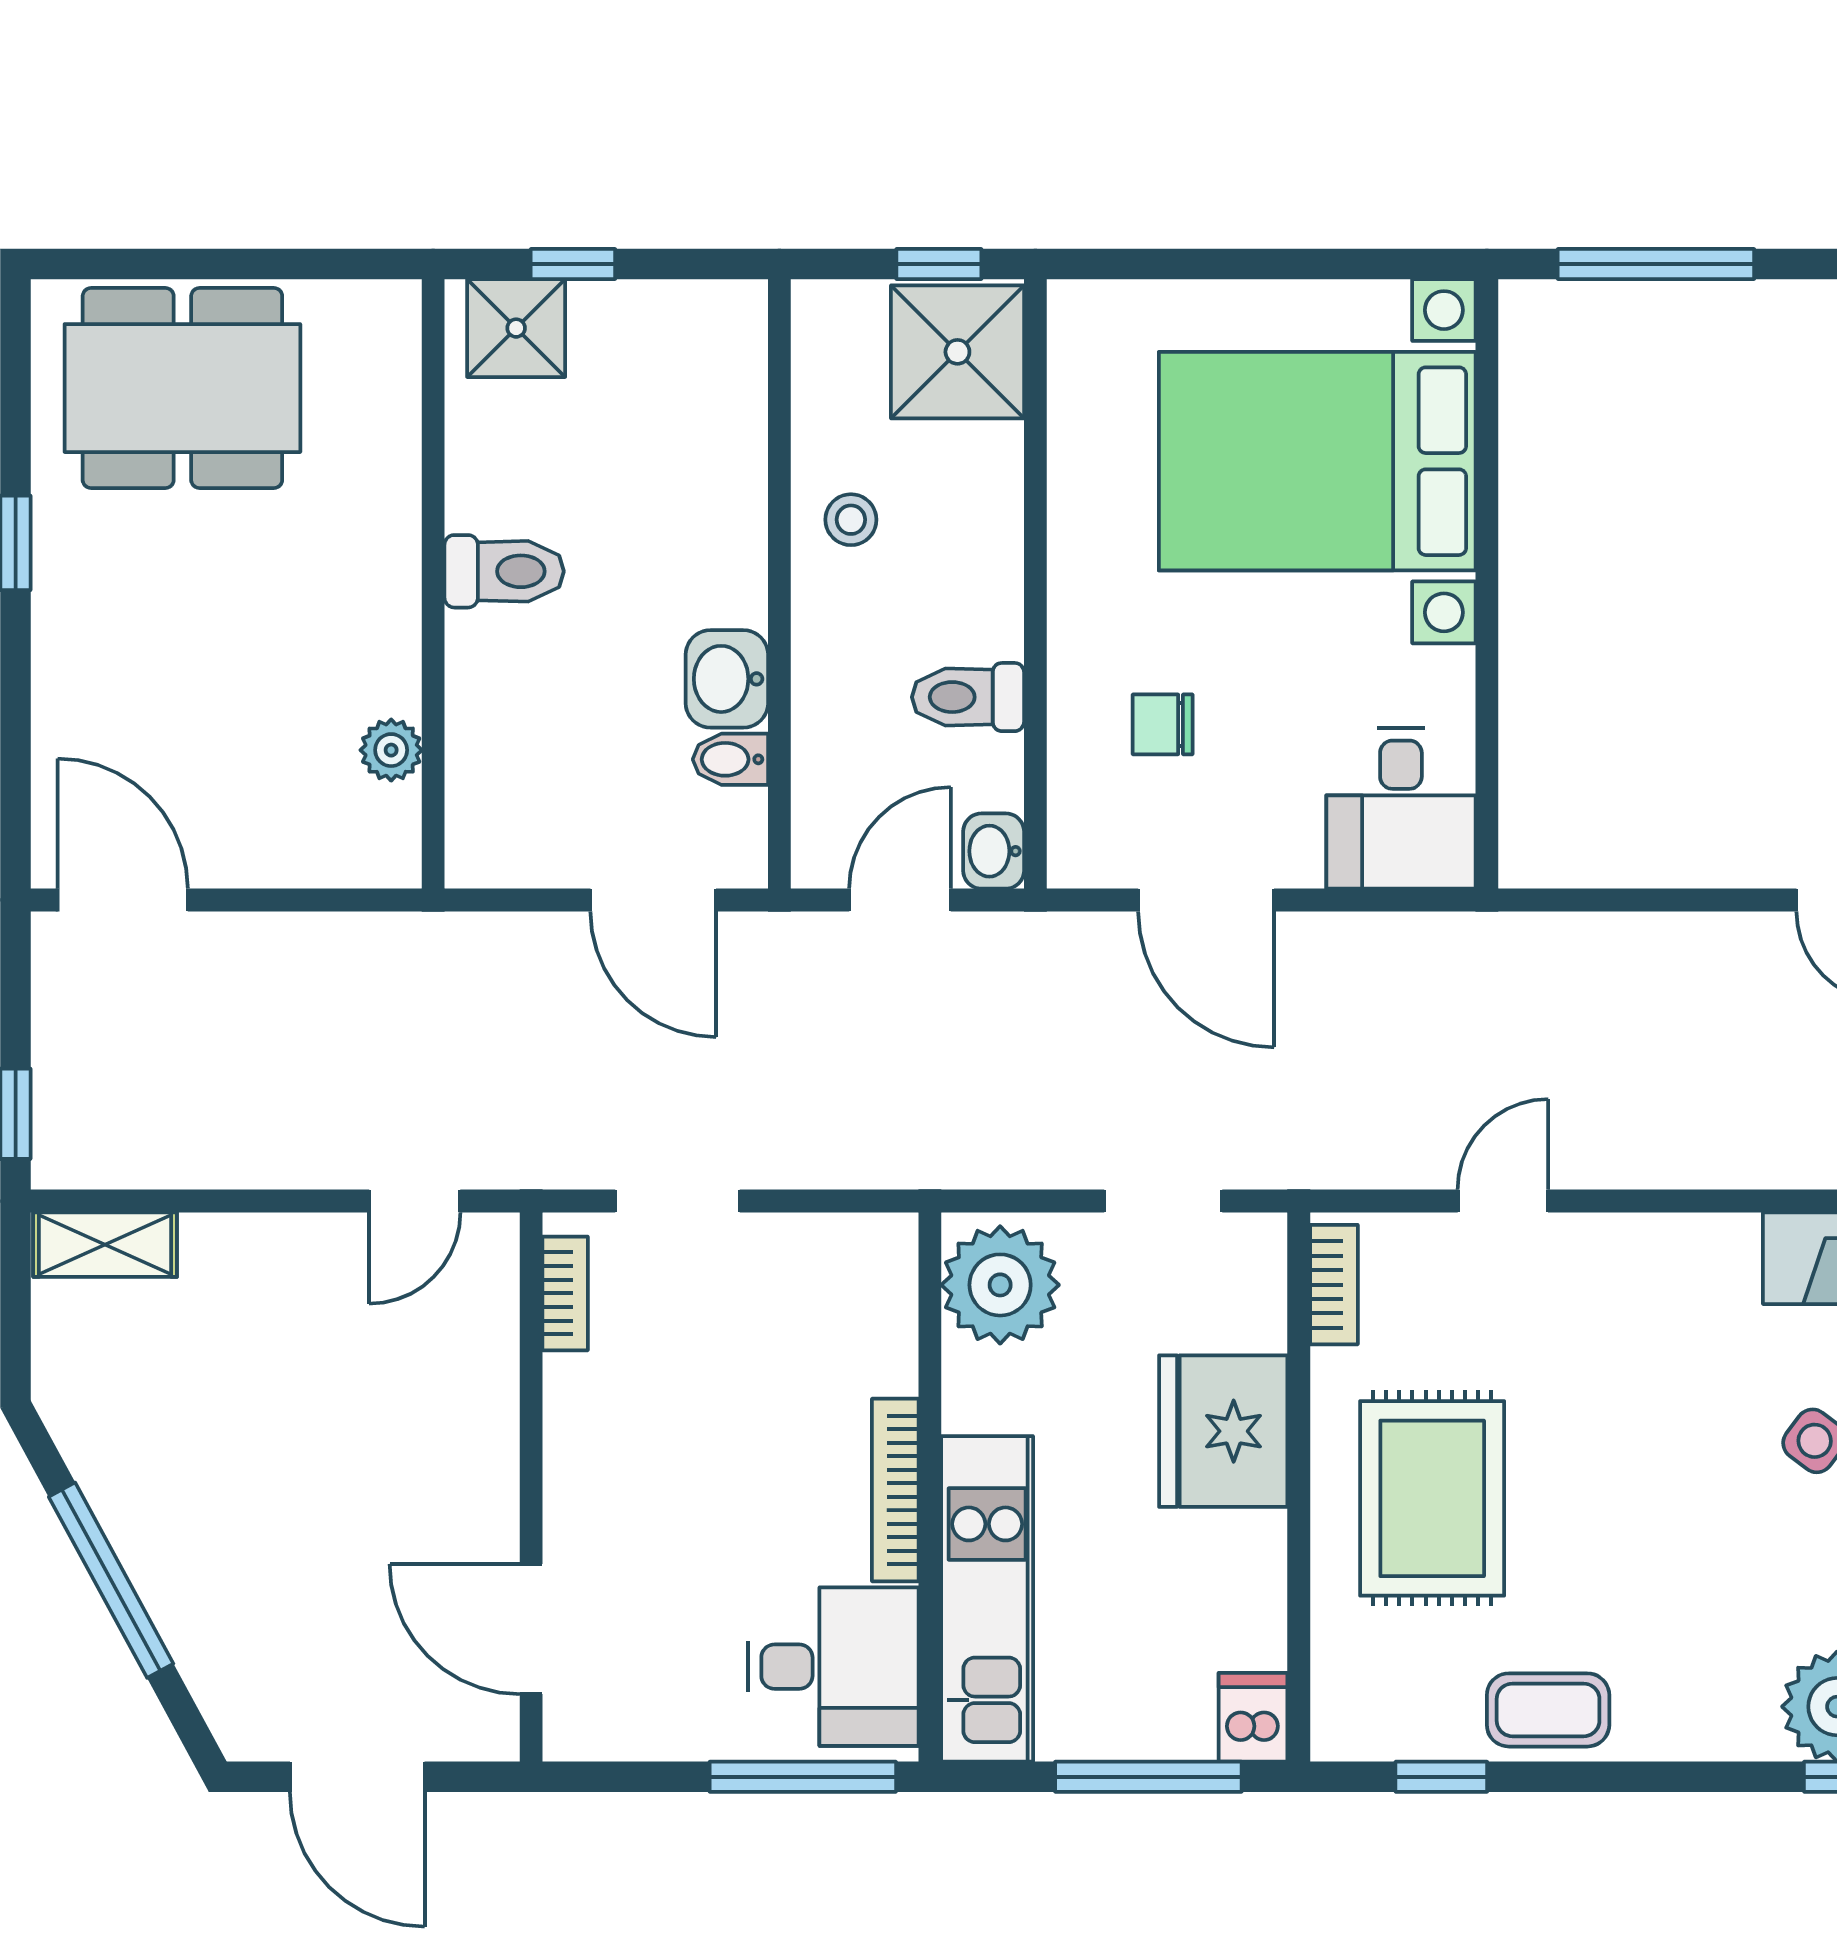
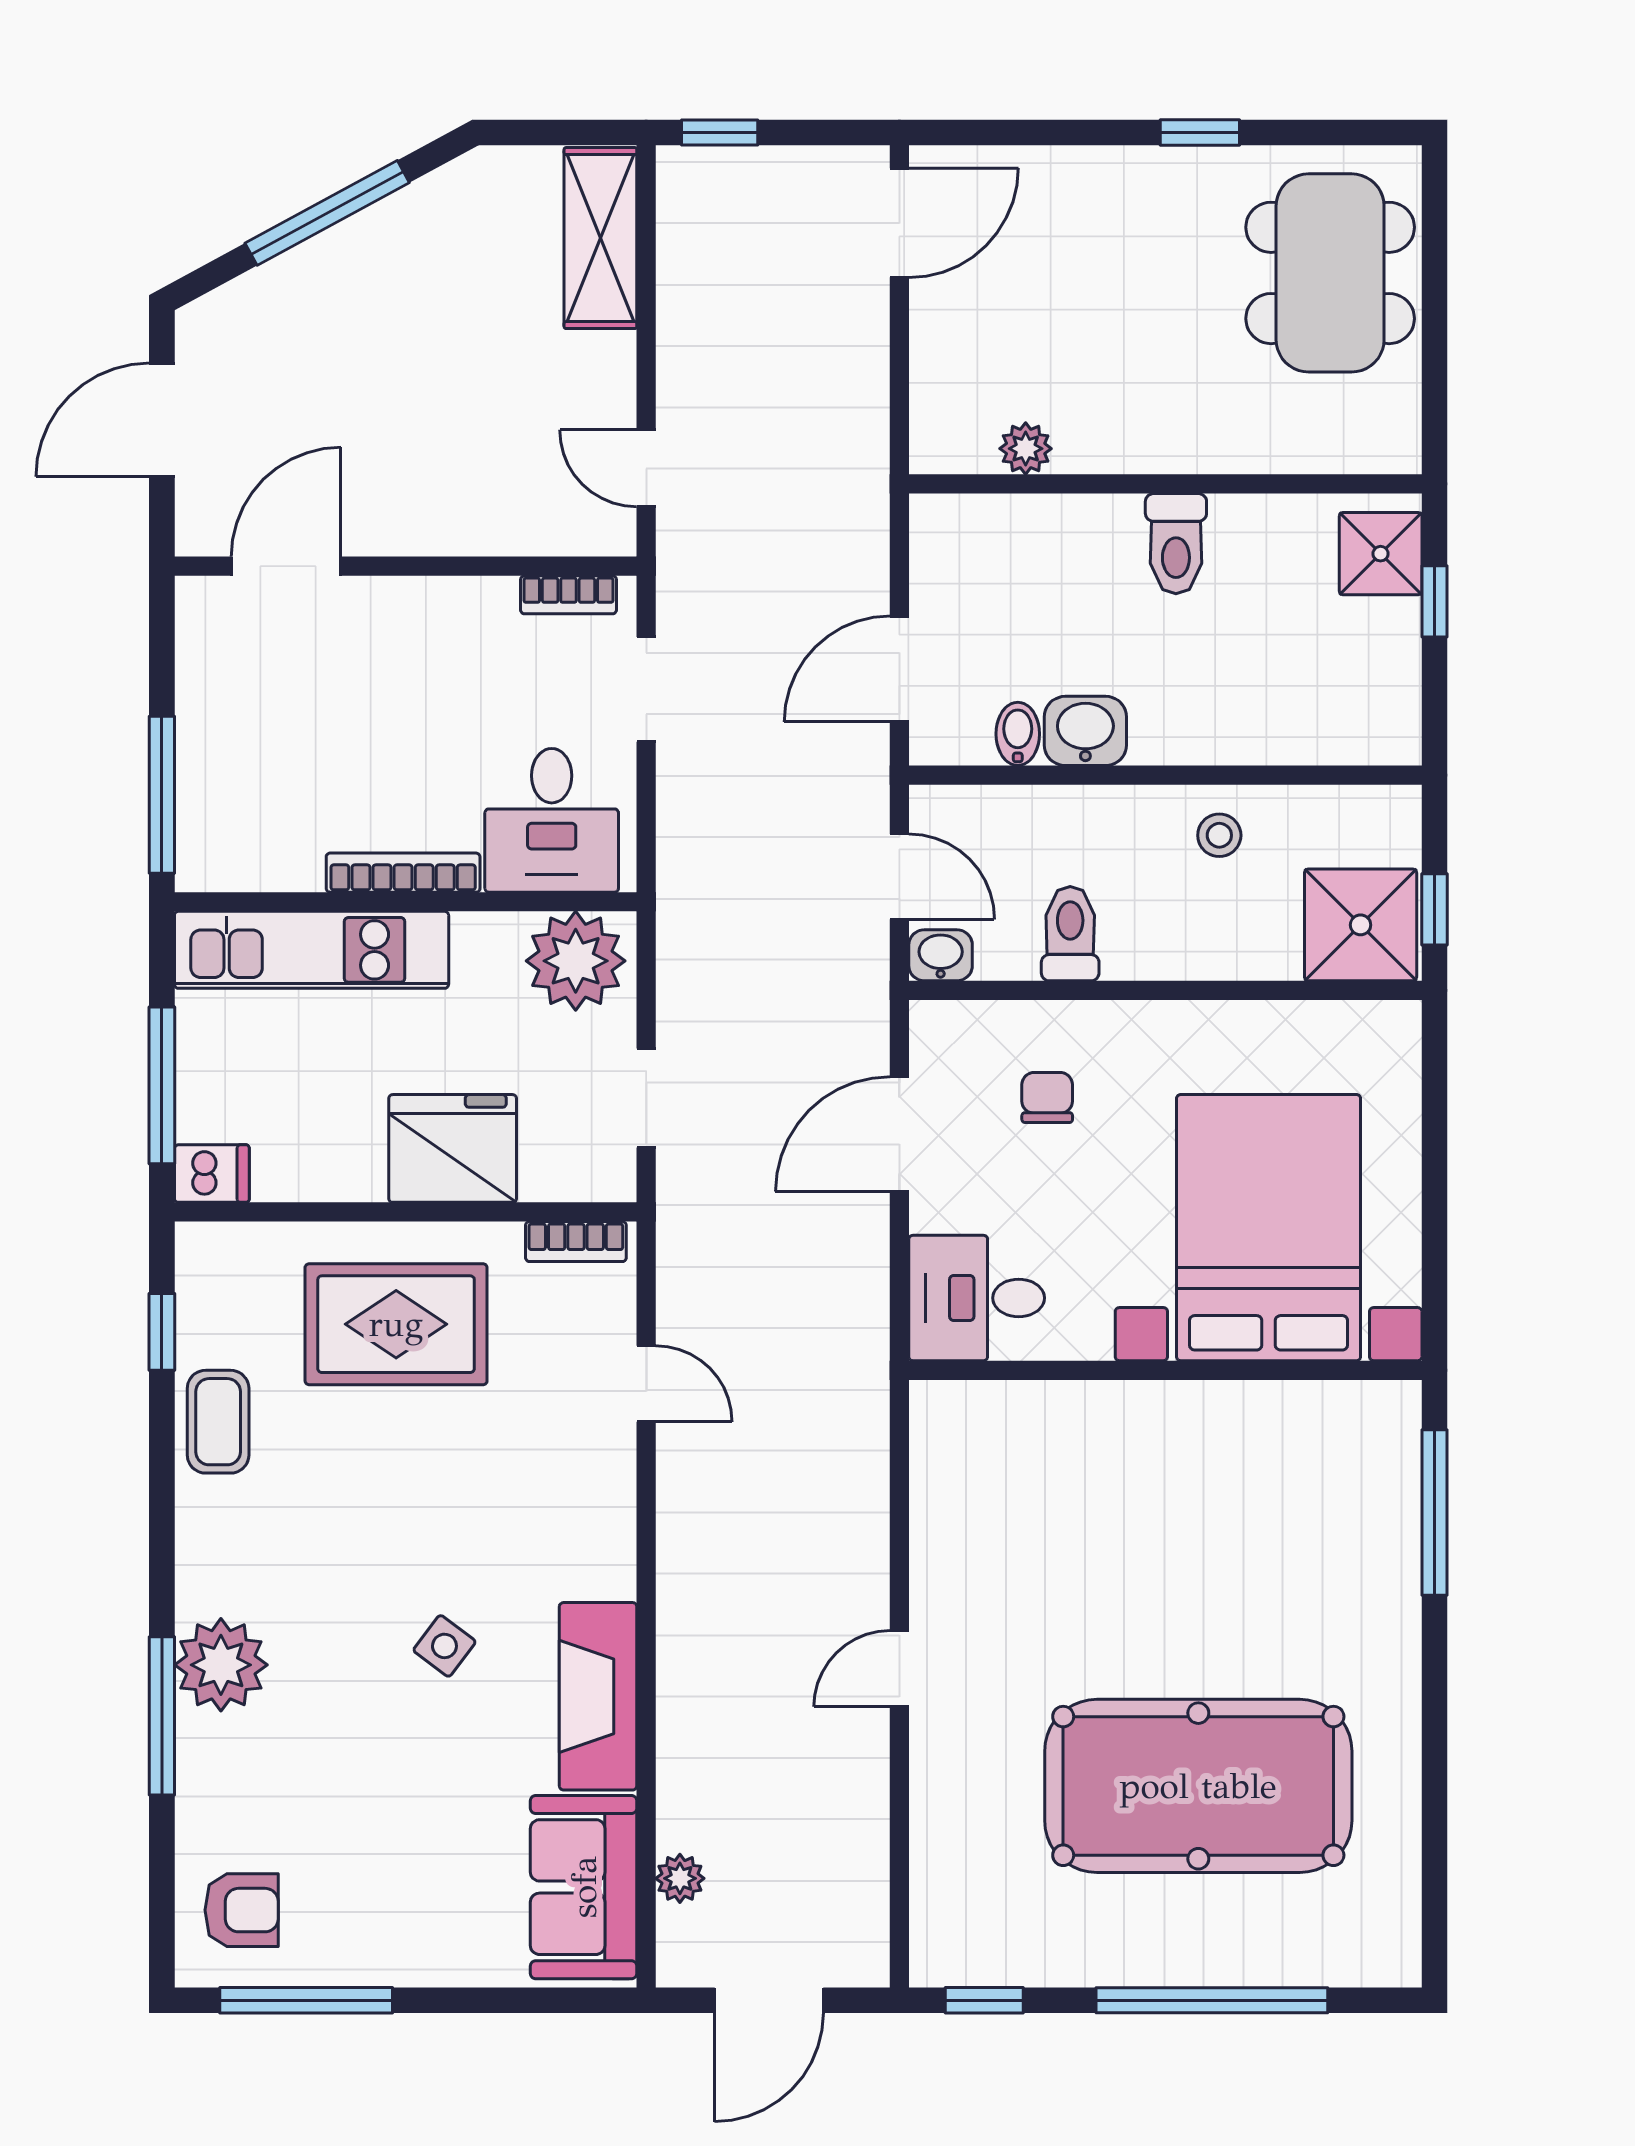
shelving: (105, 1245) -> (600, 238), width x1.50, depth x1.33
desk: (833, 1667) -> (552, 820), moved

